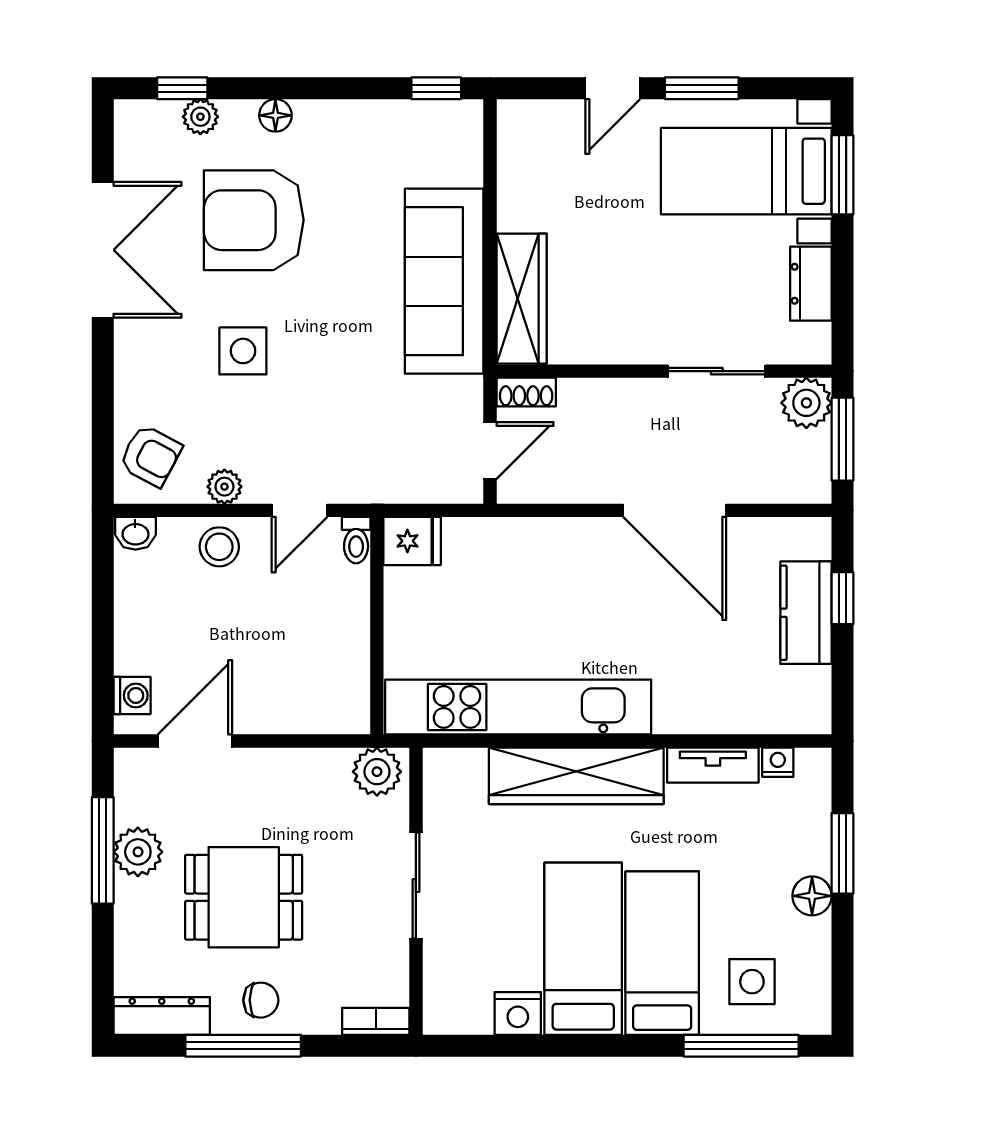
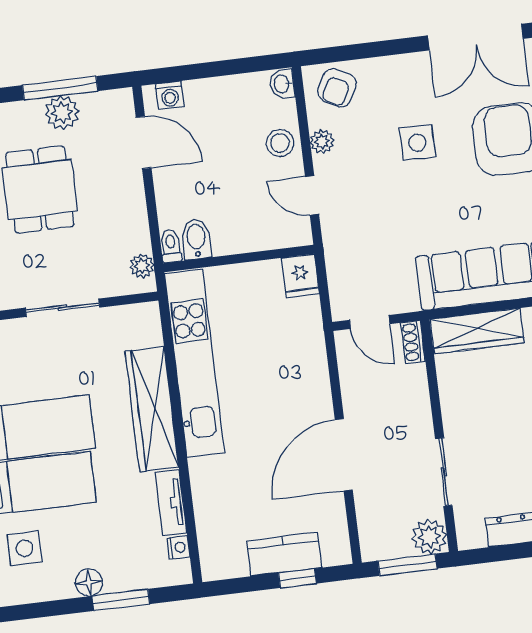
toilet: (356, 540) -> (171, 246), moved, turned 90
bidet: (342, 683) -> (196, 239), added
plant: (377, 772) -> (142, 266), width x0.73, depth x0.73

